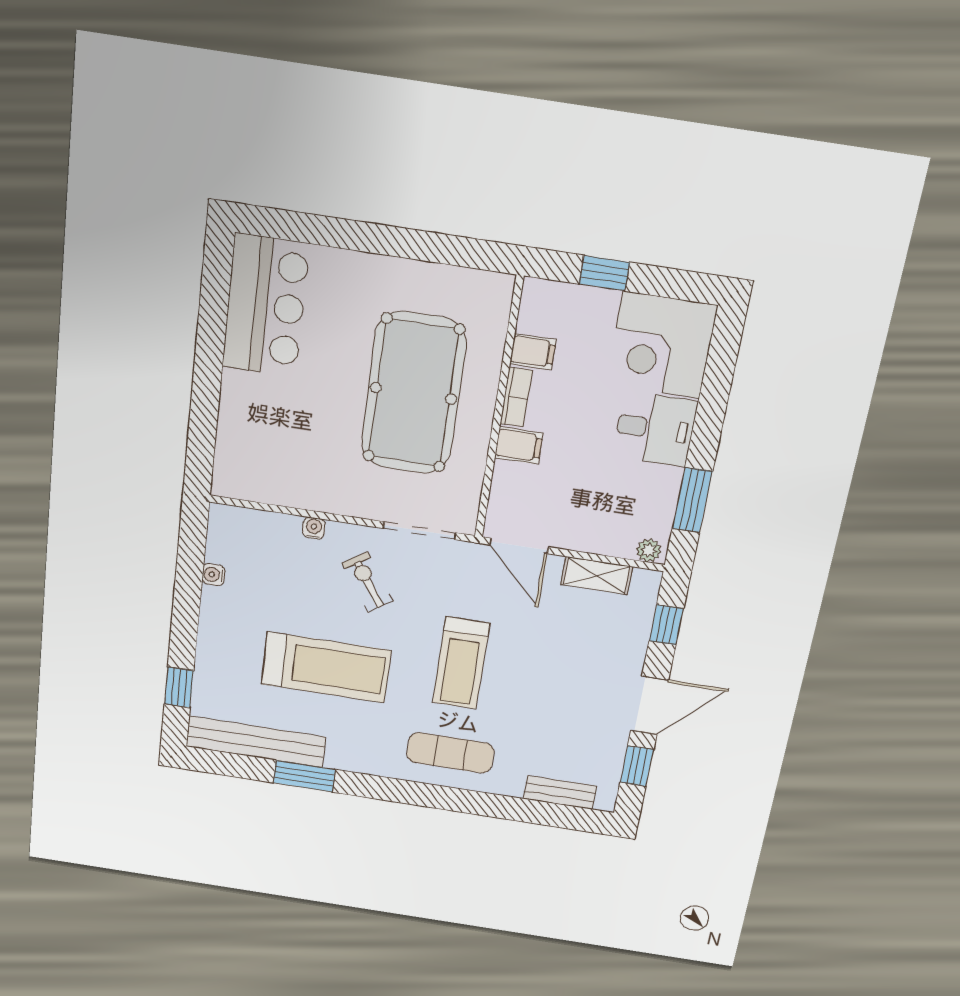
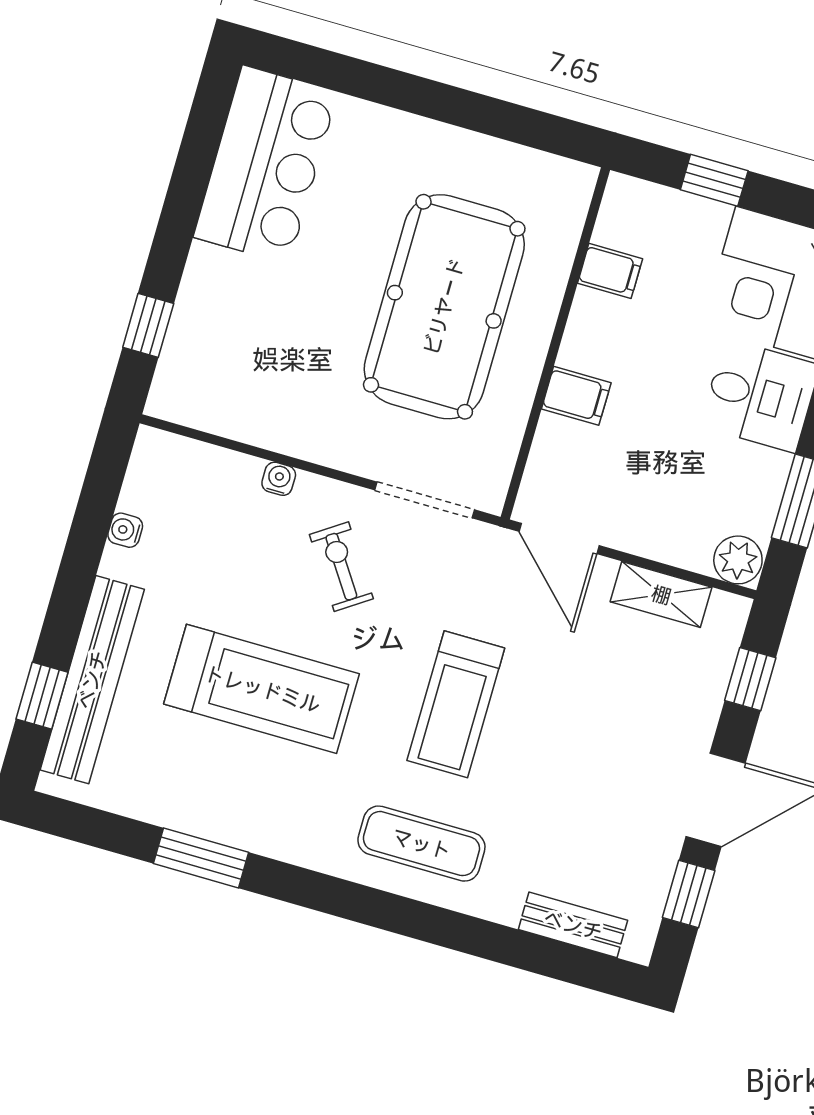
bookcase: (516, 397) -> (581, 329), removed
window: (202, 433) -> (148, 325), added
plant: (649, 550) -> (738, 560), width x1.38, depth x1.38
bench: (256, 742) -> (92, 680), moved, turned 90

